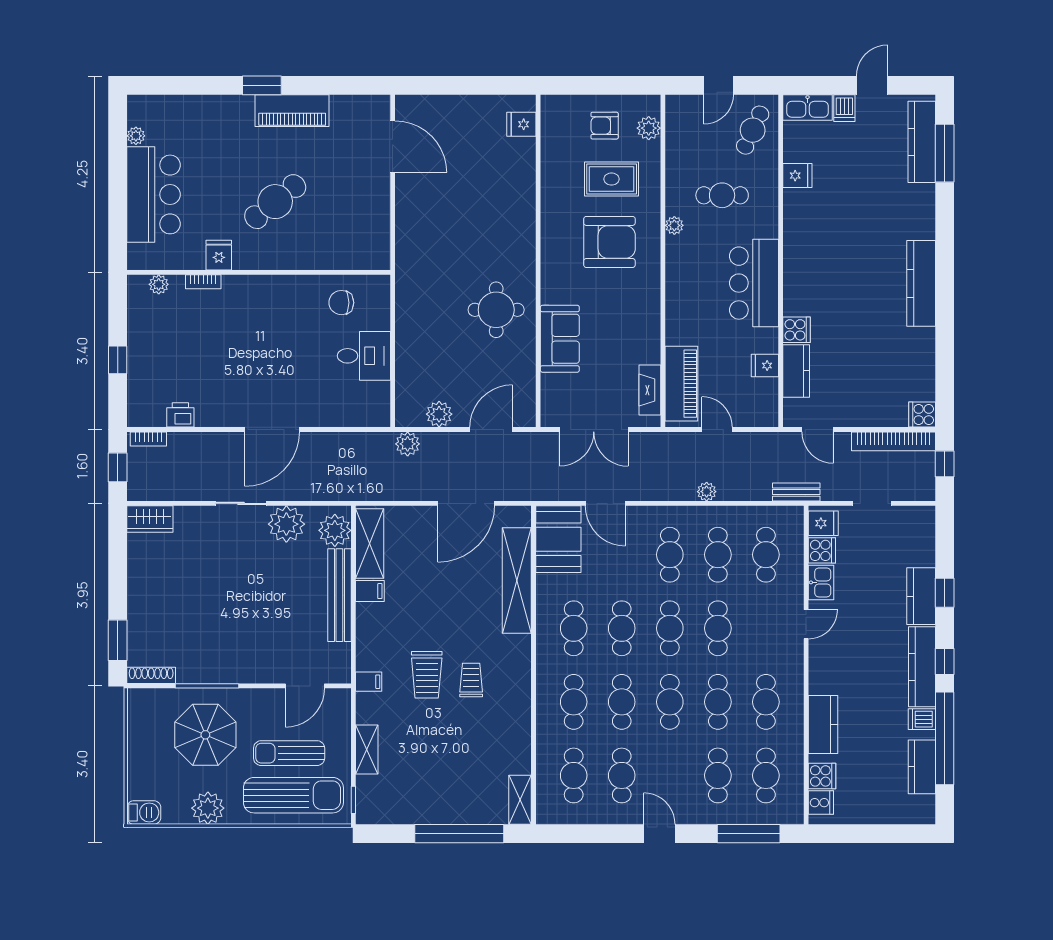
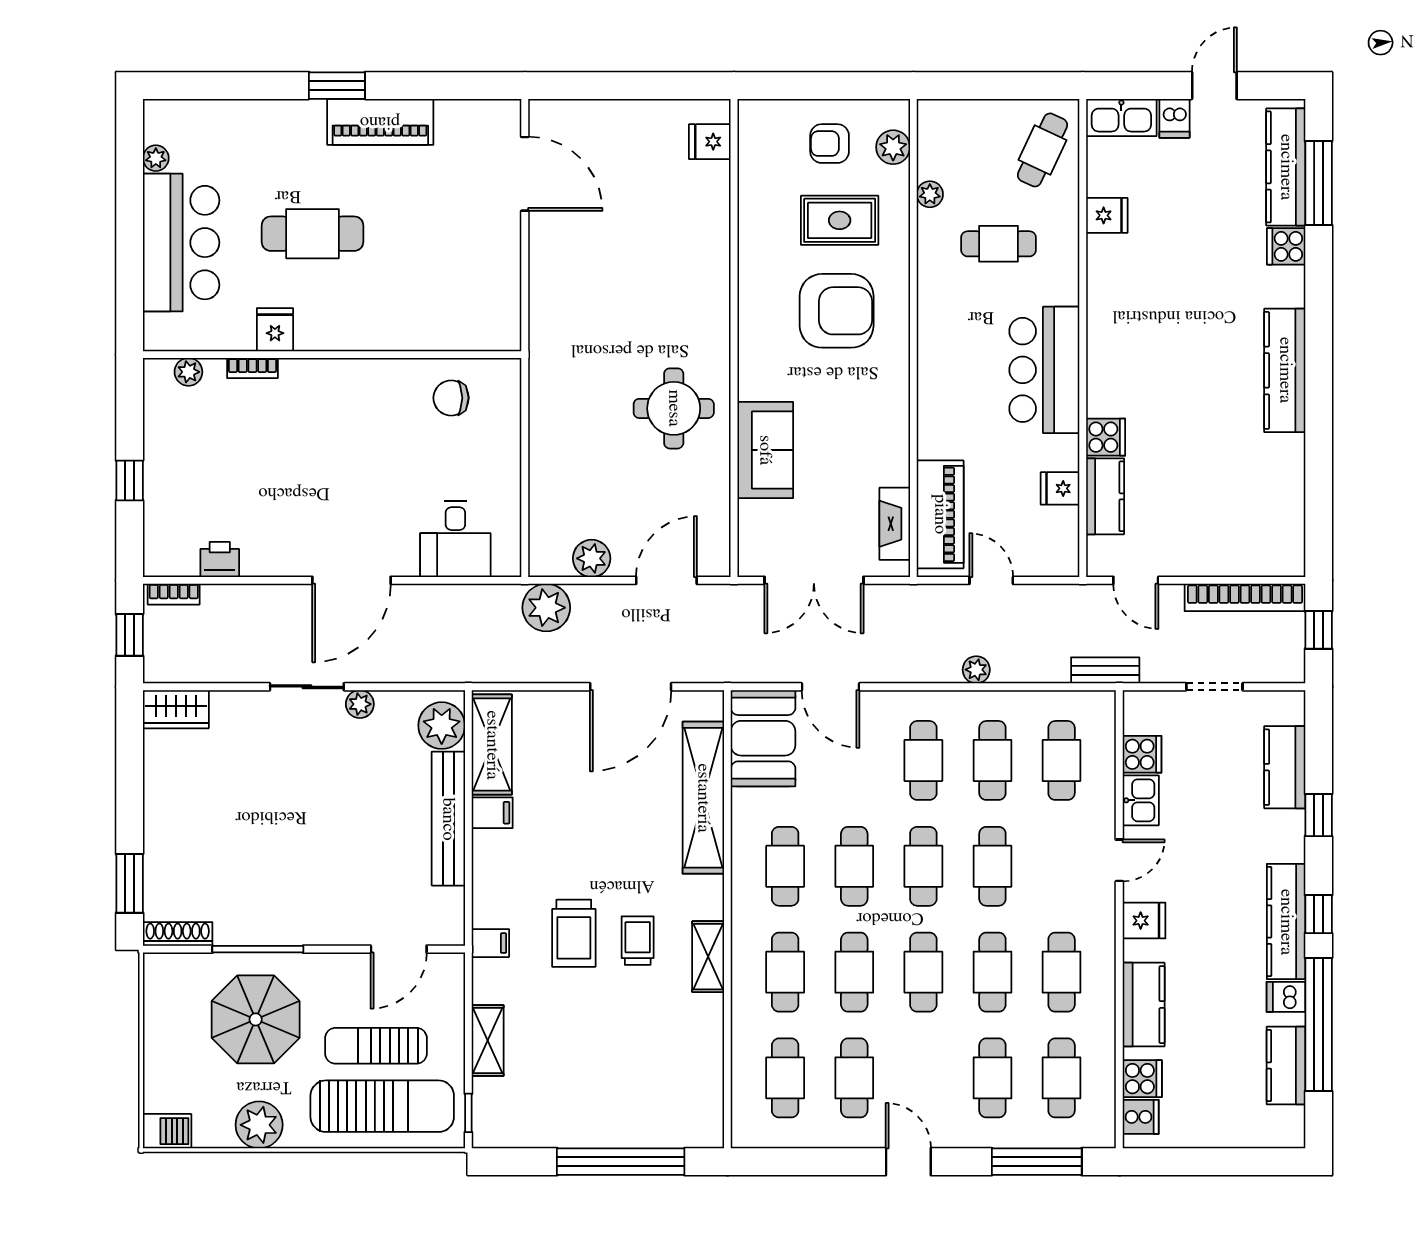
door: (719, 85) -> (993, 86), removed
cafe table: (275, 202) -> (312, 234), moved, turned 39
plant: (674, 225) -> (930, 194), moved
desk: (364, 356) -> (455, 539), moved, turned 90
cooker: (922, 415) -> (1286, 246), moved
plant: (408, 444) -> (546, 608), width x1.36, depth x1.36
fridge: (823, 523) -> (1144, 921), moved
plant: (286, 524) -> (360, 704), width x0.53, depth x0.53
kitchen counter: (921, 596) -> (1285, 767), moved
shelving: (520, 800) -> (708, 957), moved

